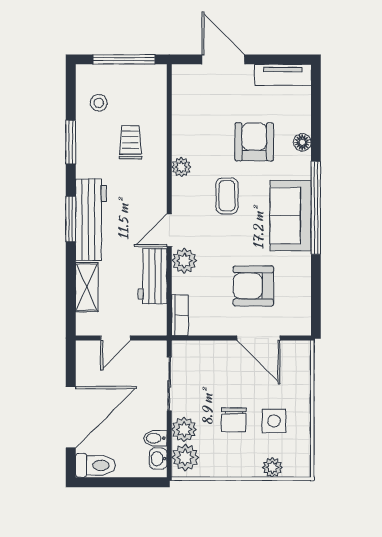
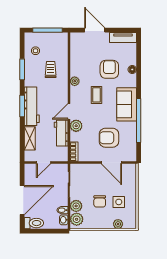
window: (316, 208) -> (139, 121), moved

